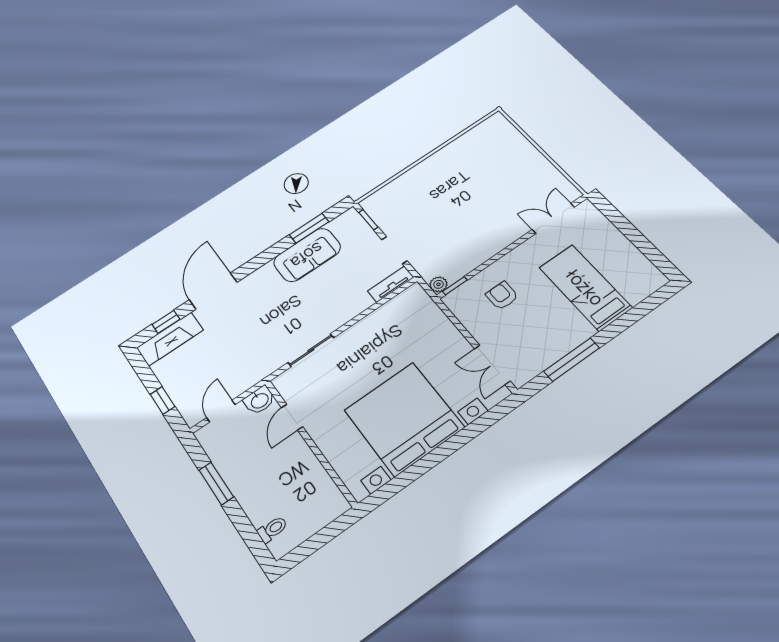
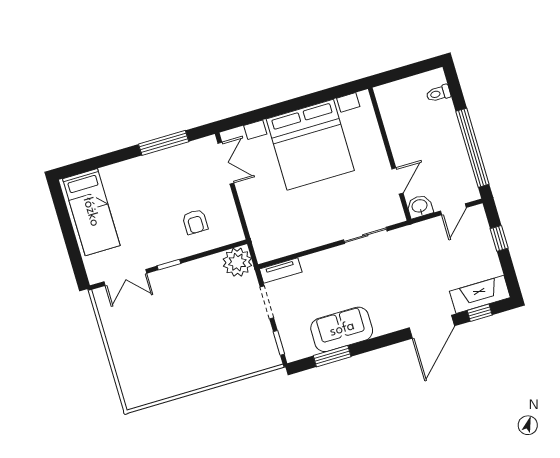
plant: (438, 284) -> (237, 262), width x1.88, depth x1.88
window: (455, 286) -> (169, 265), moved
bed: (585, 287) -> (91, 212), moved
window: (216, 483) -> (472, 148), width x2.11

